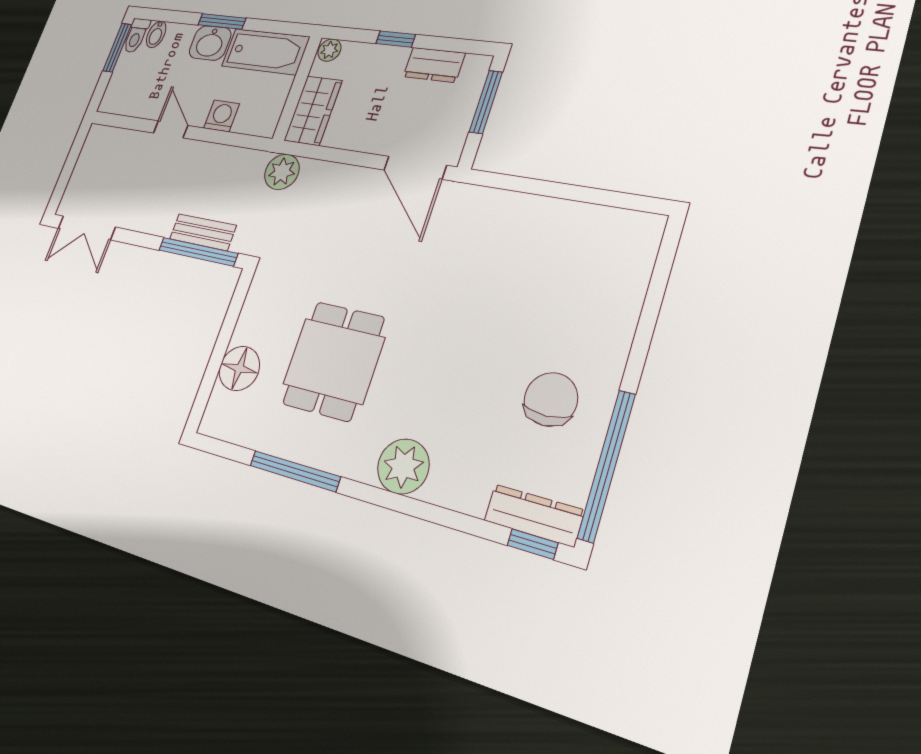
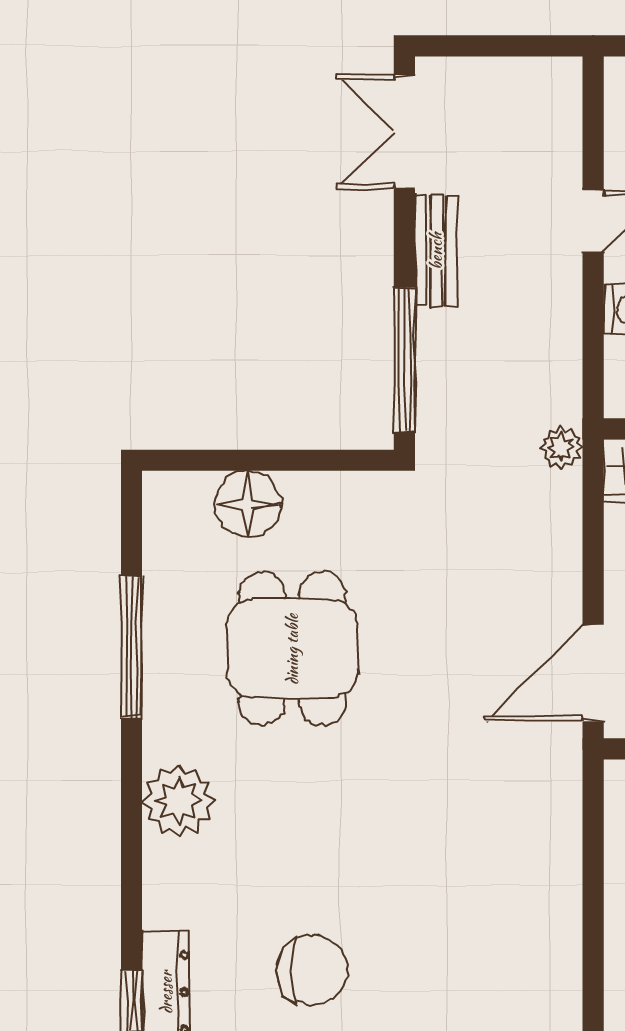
plant: (282, 172) -> (561, 448), width x0.73, depth x0.73
bench: (203, 232) -> (436, 251), moved
dining table: (334, 361) -> (292, 649), turned 90

